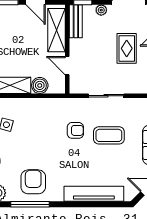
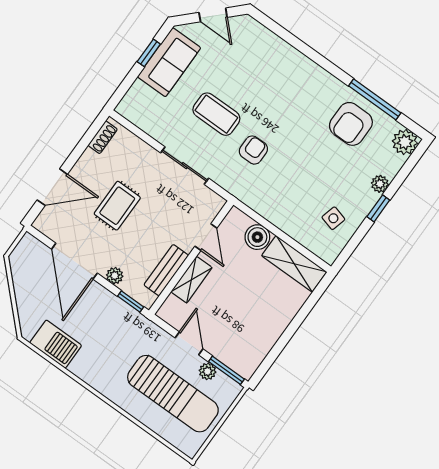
bench: (76, 21) -> (166, 270), moved
shelving: (56, 30) -> (191, 280), width x0.67, depth x0.75
armchair: (75, 130) -> (253, 150), turned 90
tv unit: (94, 194) -> (287, 56), removed

